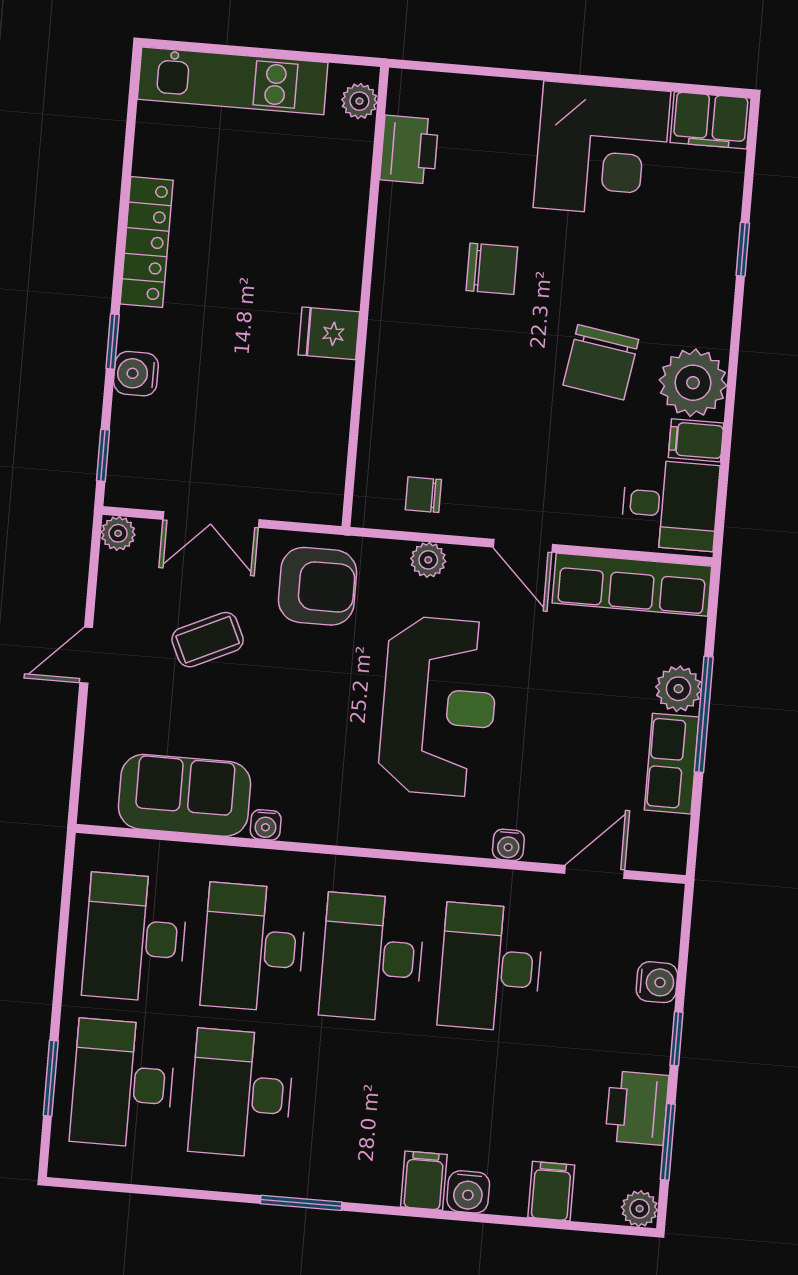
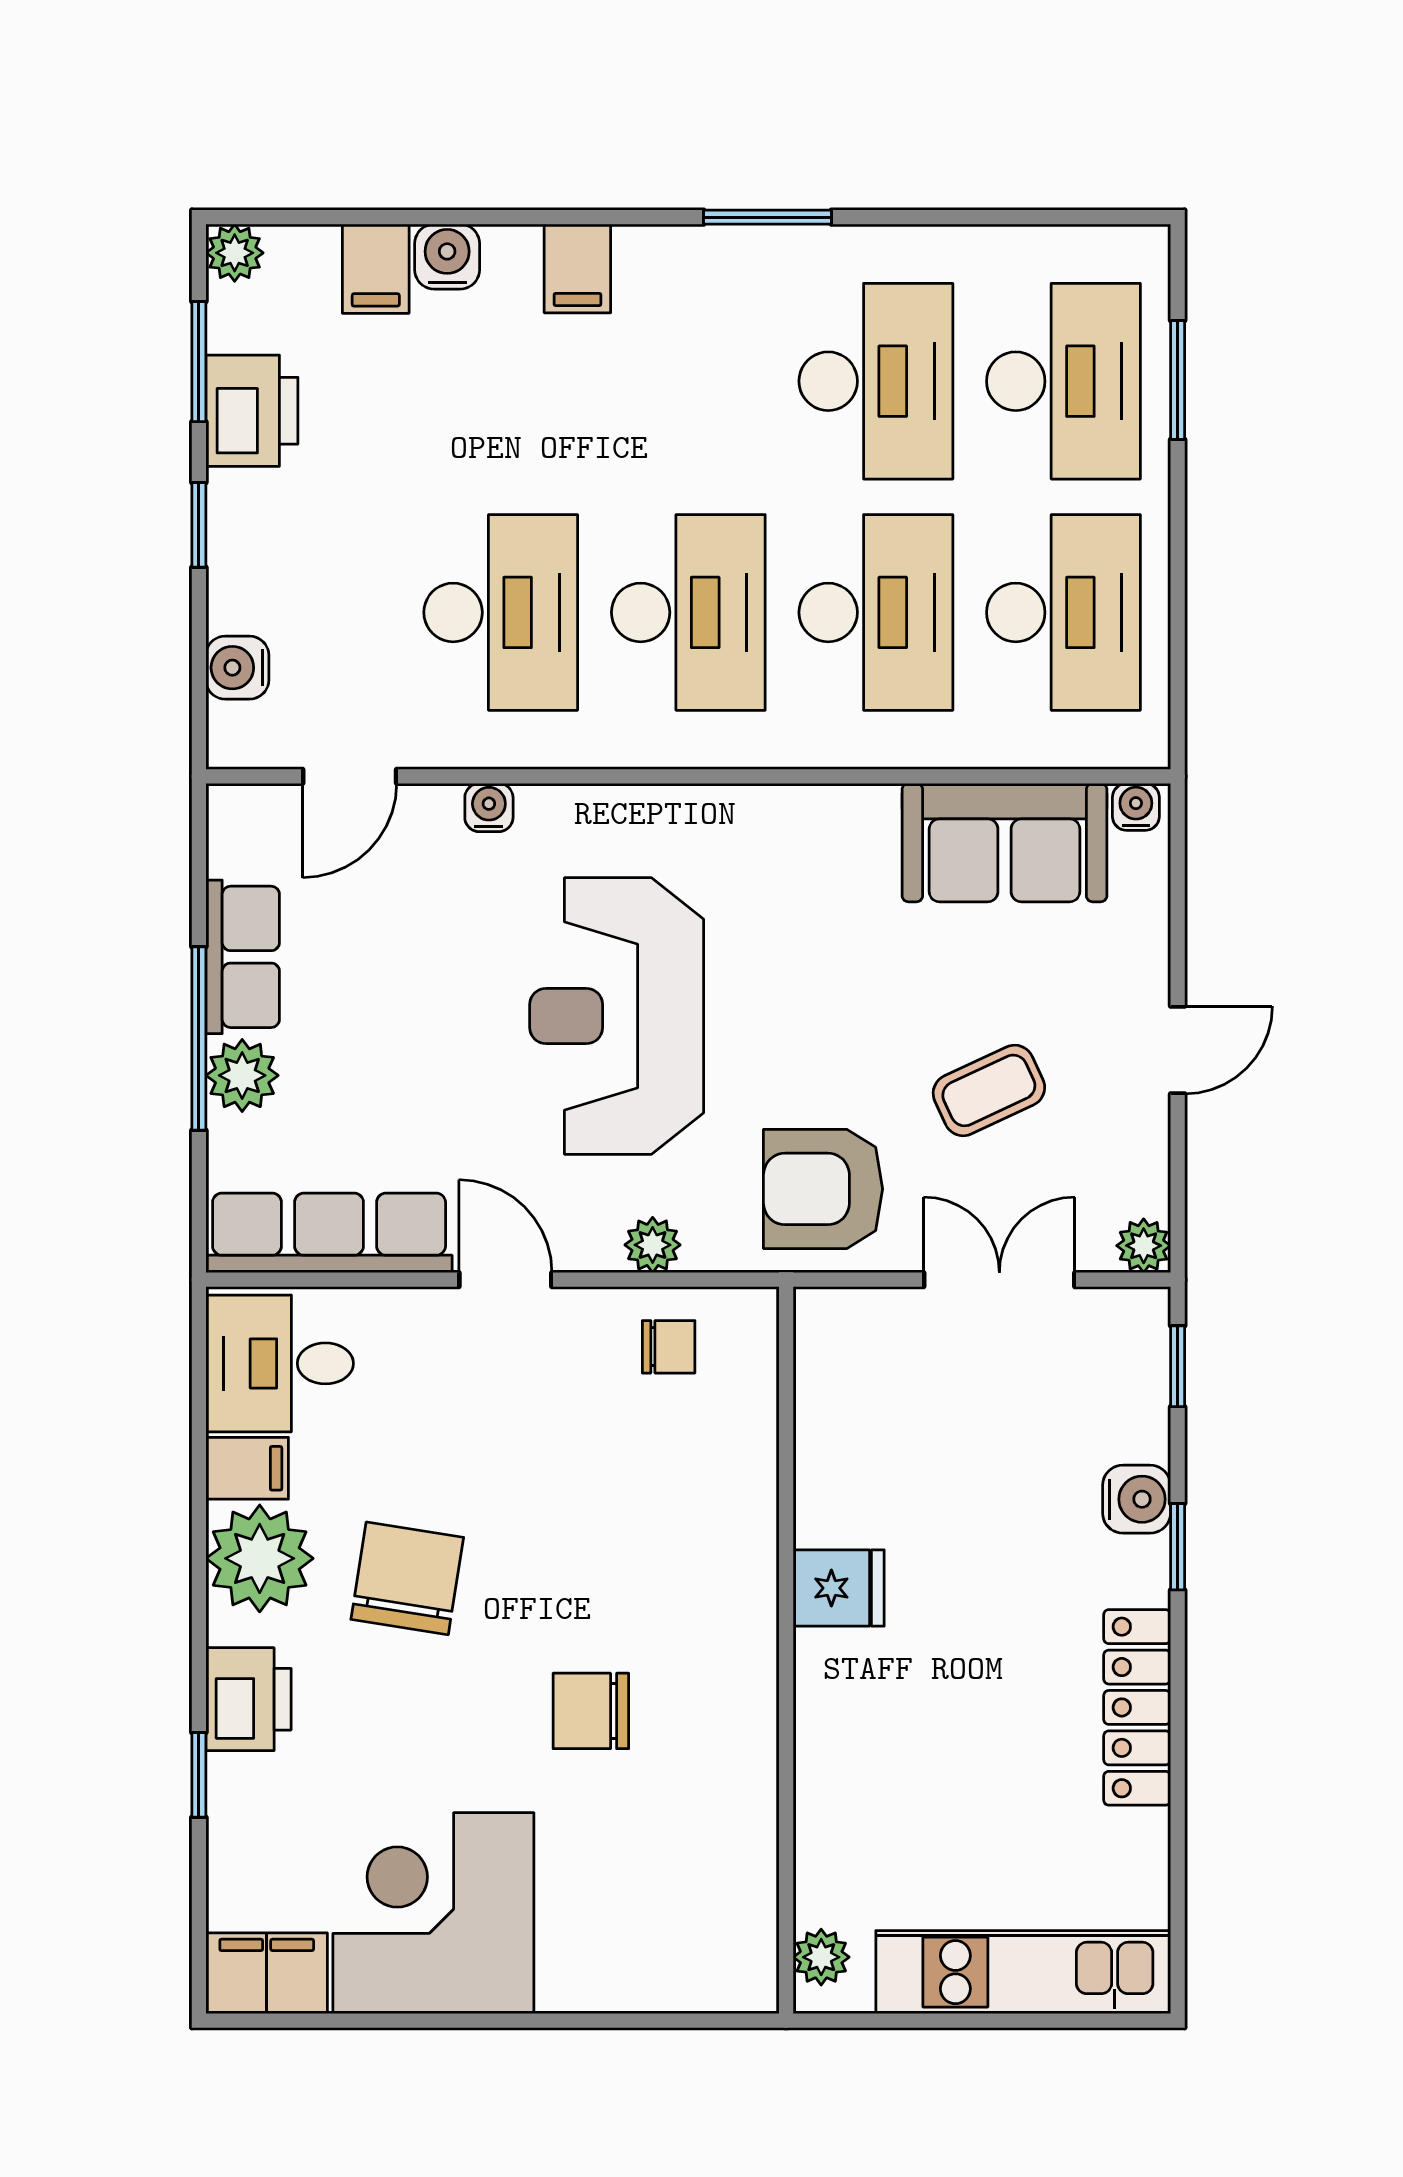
printer: (409, 150) -> (249, 1699), moved, turned 180
water cooler: (266, 825) -> (1136, 807), moved
water cooler: (657, 982) -> (237, 668), moved
water cooler: (468, 1192) -> (447, 257), moved

